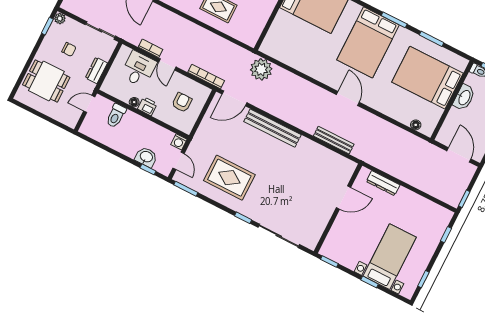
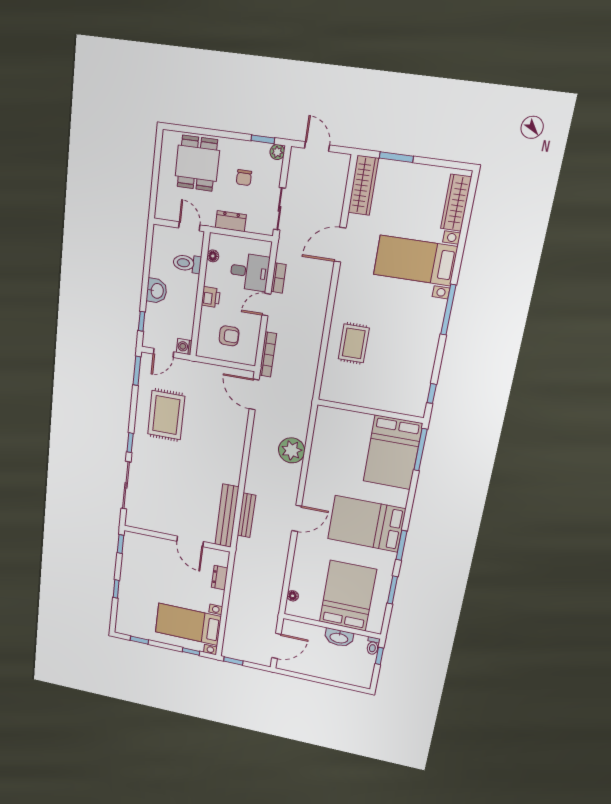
plant: (261, 69) -> (292, 450), moved
floor lamp: (134, 102) -> (213, 256), moved
bench: (272, 128) -> (227, 516), moved
washbasin: (146, 157) -> (157, 291), moved
dresser: (383, 183) -> (220, 578), width x0.70
bed with nightstands: (390, 257) -> (188, 624), moved, turned 180

